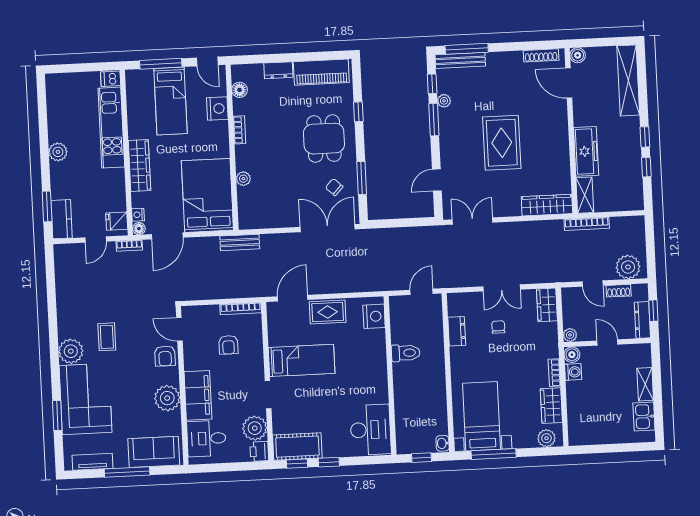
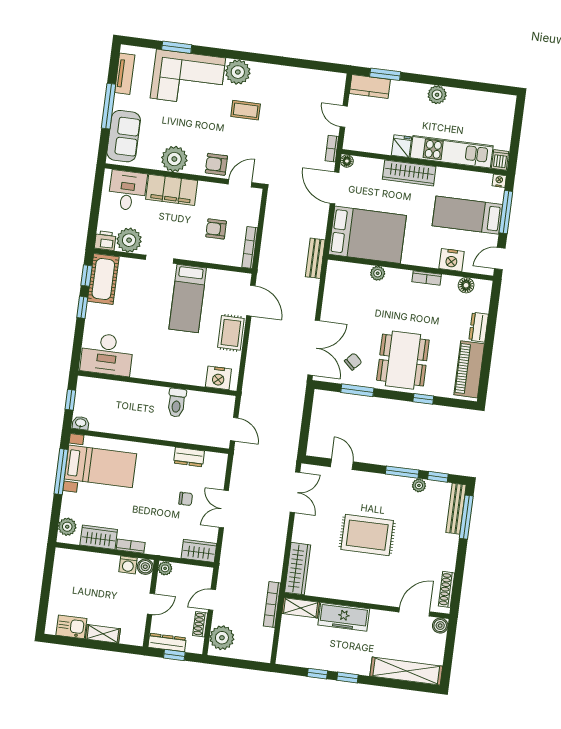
dining table: (324, 139) -> (403, 360), width x1.38
nightstand: (138, 215) -> (499, 181), moved
fridge: (117, 221) -> (401, 146), moved

